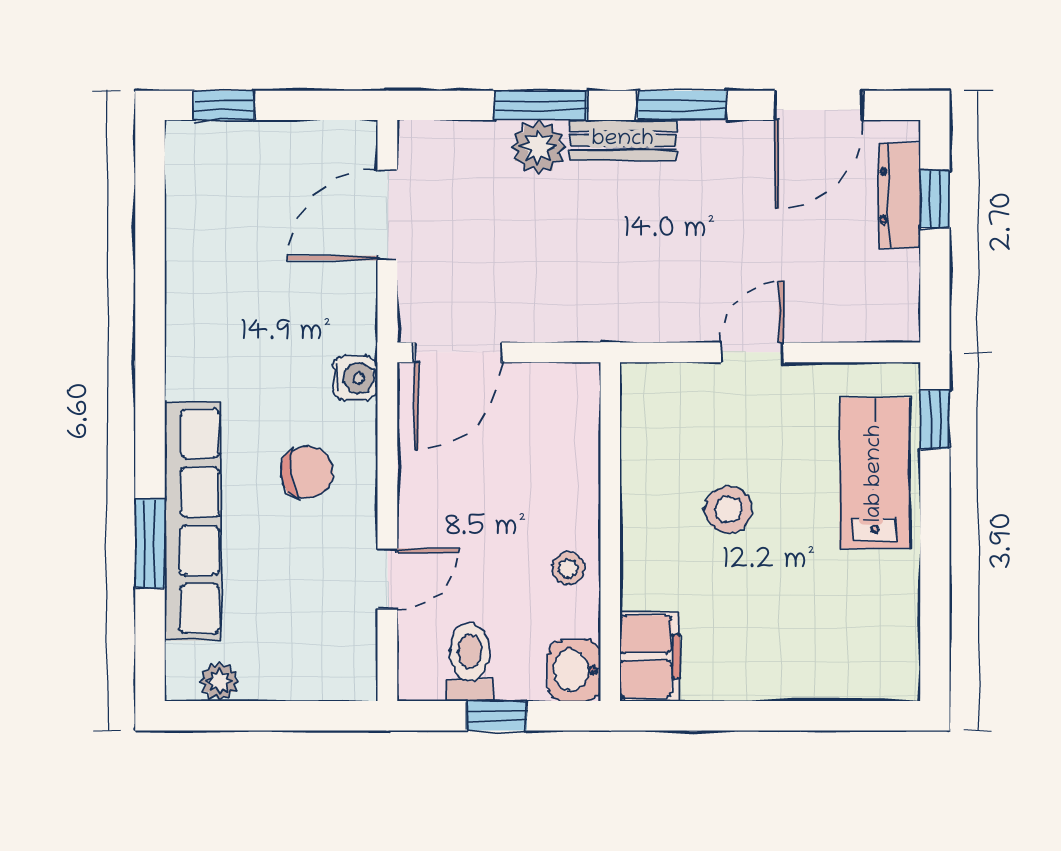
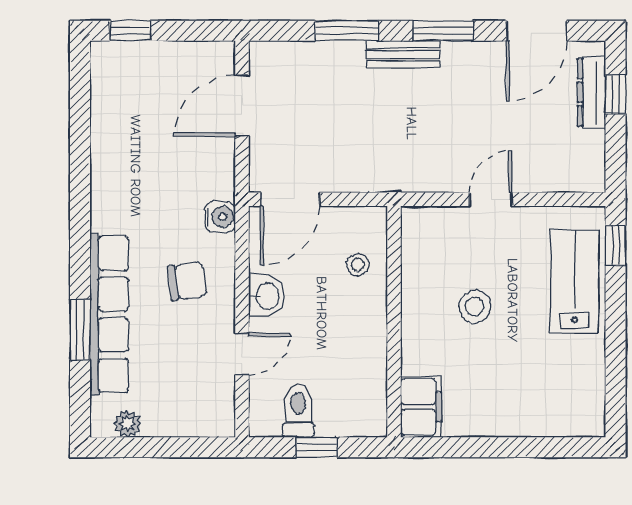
plant: (538, 147) -> (345, 59), removed
stool: (568, 568) -> (357, 265), moved
washbasin: (574, 670) -> (267, 296), moved, turned 180

